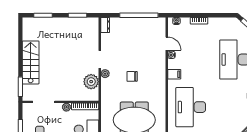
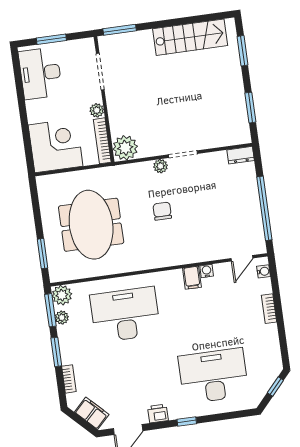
door: (167, 44) -> (242, 258), moved
stairs: (31, 62) -> (190, 37), moved
filing cabinet: (174, 74) -> (192, 278), moved
plant: (91, 82) -> (125, 148), moved

